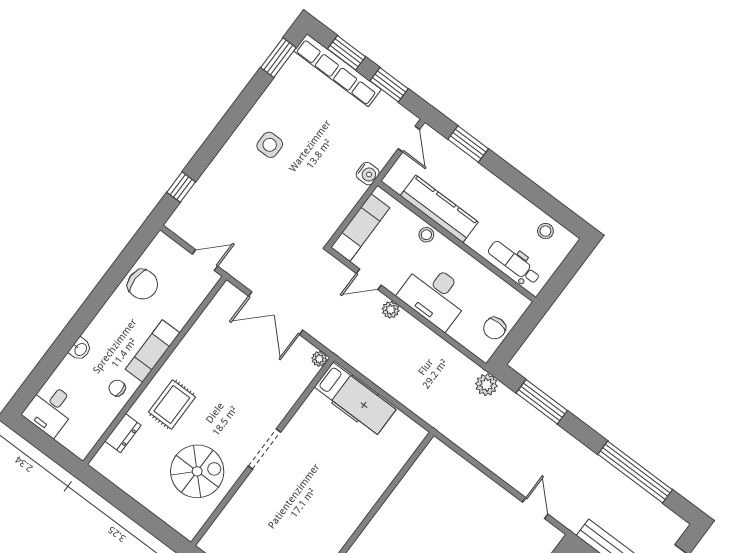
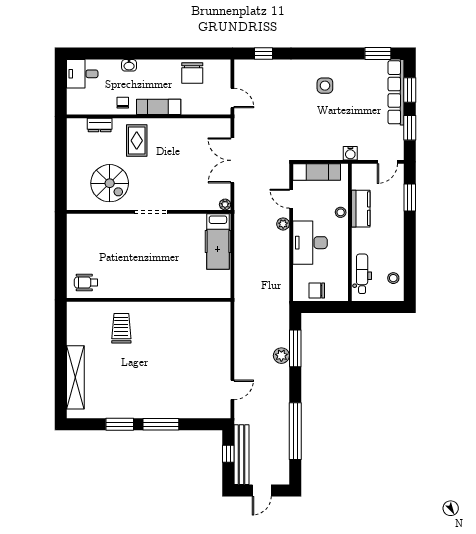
kitchen counter: (439, 209) -> (361, 209), width x0.67
plant: (486, 385) -> (281, 356), moved
rug: (172, 404) -> (137, 141), turned 90

